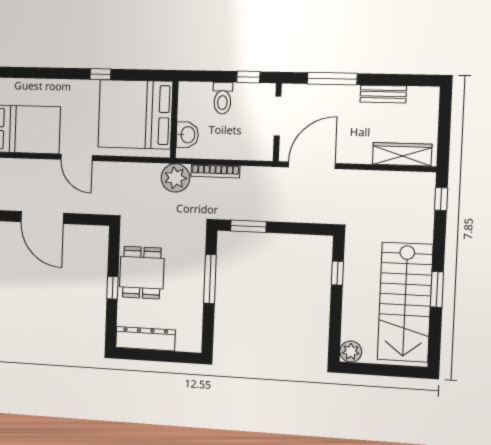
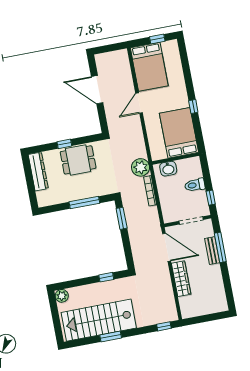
bench: (383, 94) -> (212, 251), moved
bed: (135, 114) -> (179, 133), width x0.73
wardrobe: (402, 154) -> (181, 279), moved
door: (42, 217) -> (97, 90), hinge flipped

